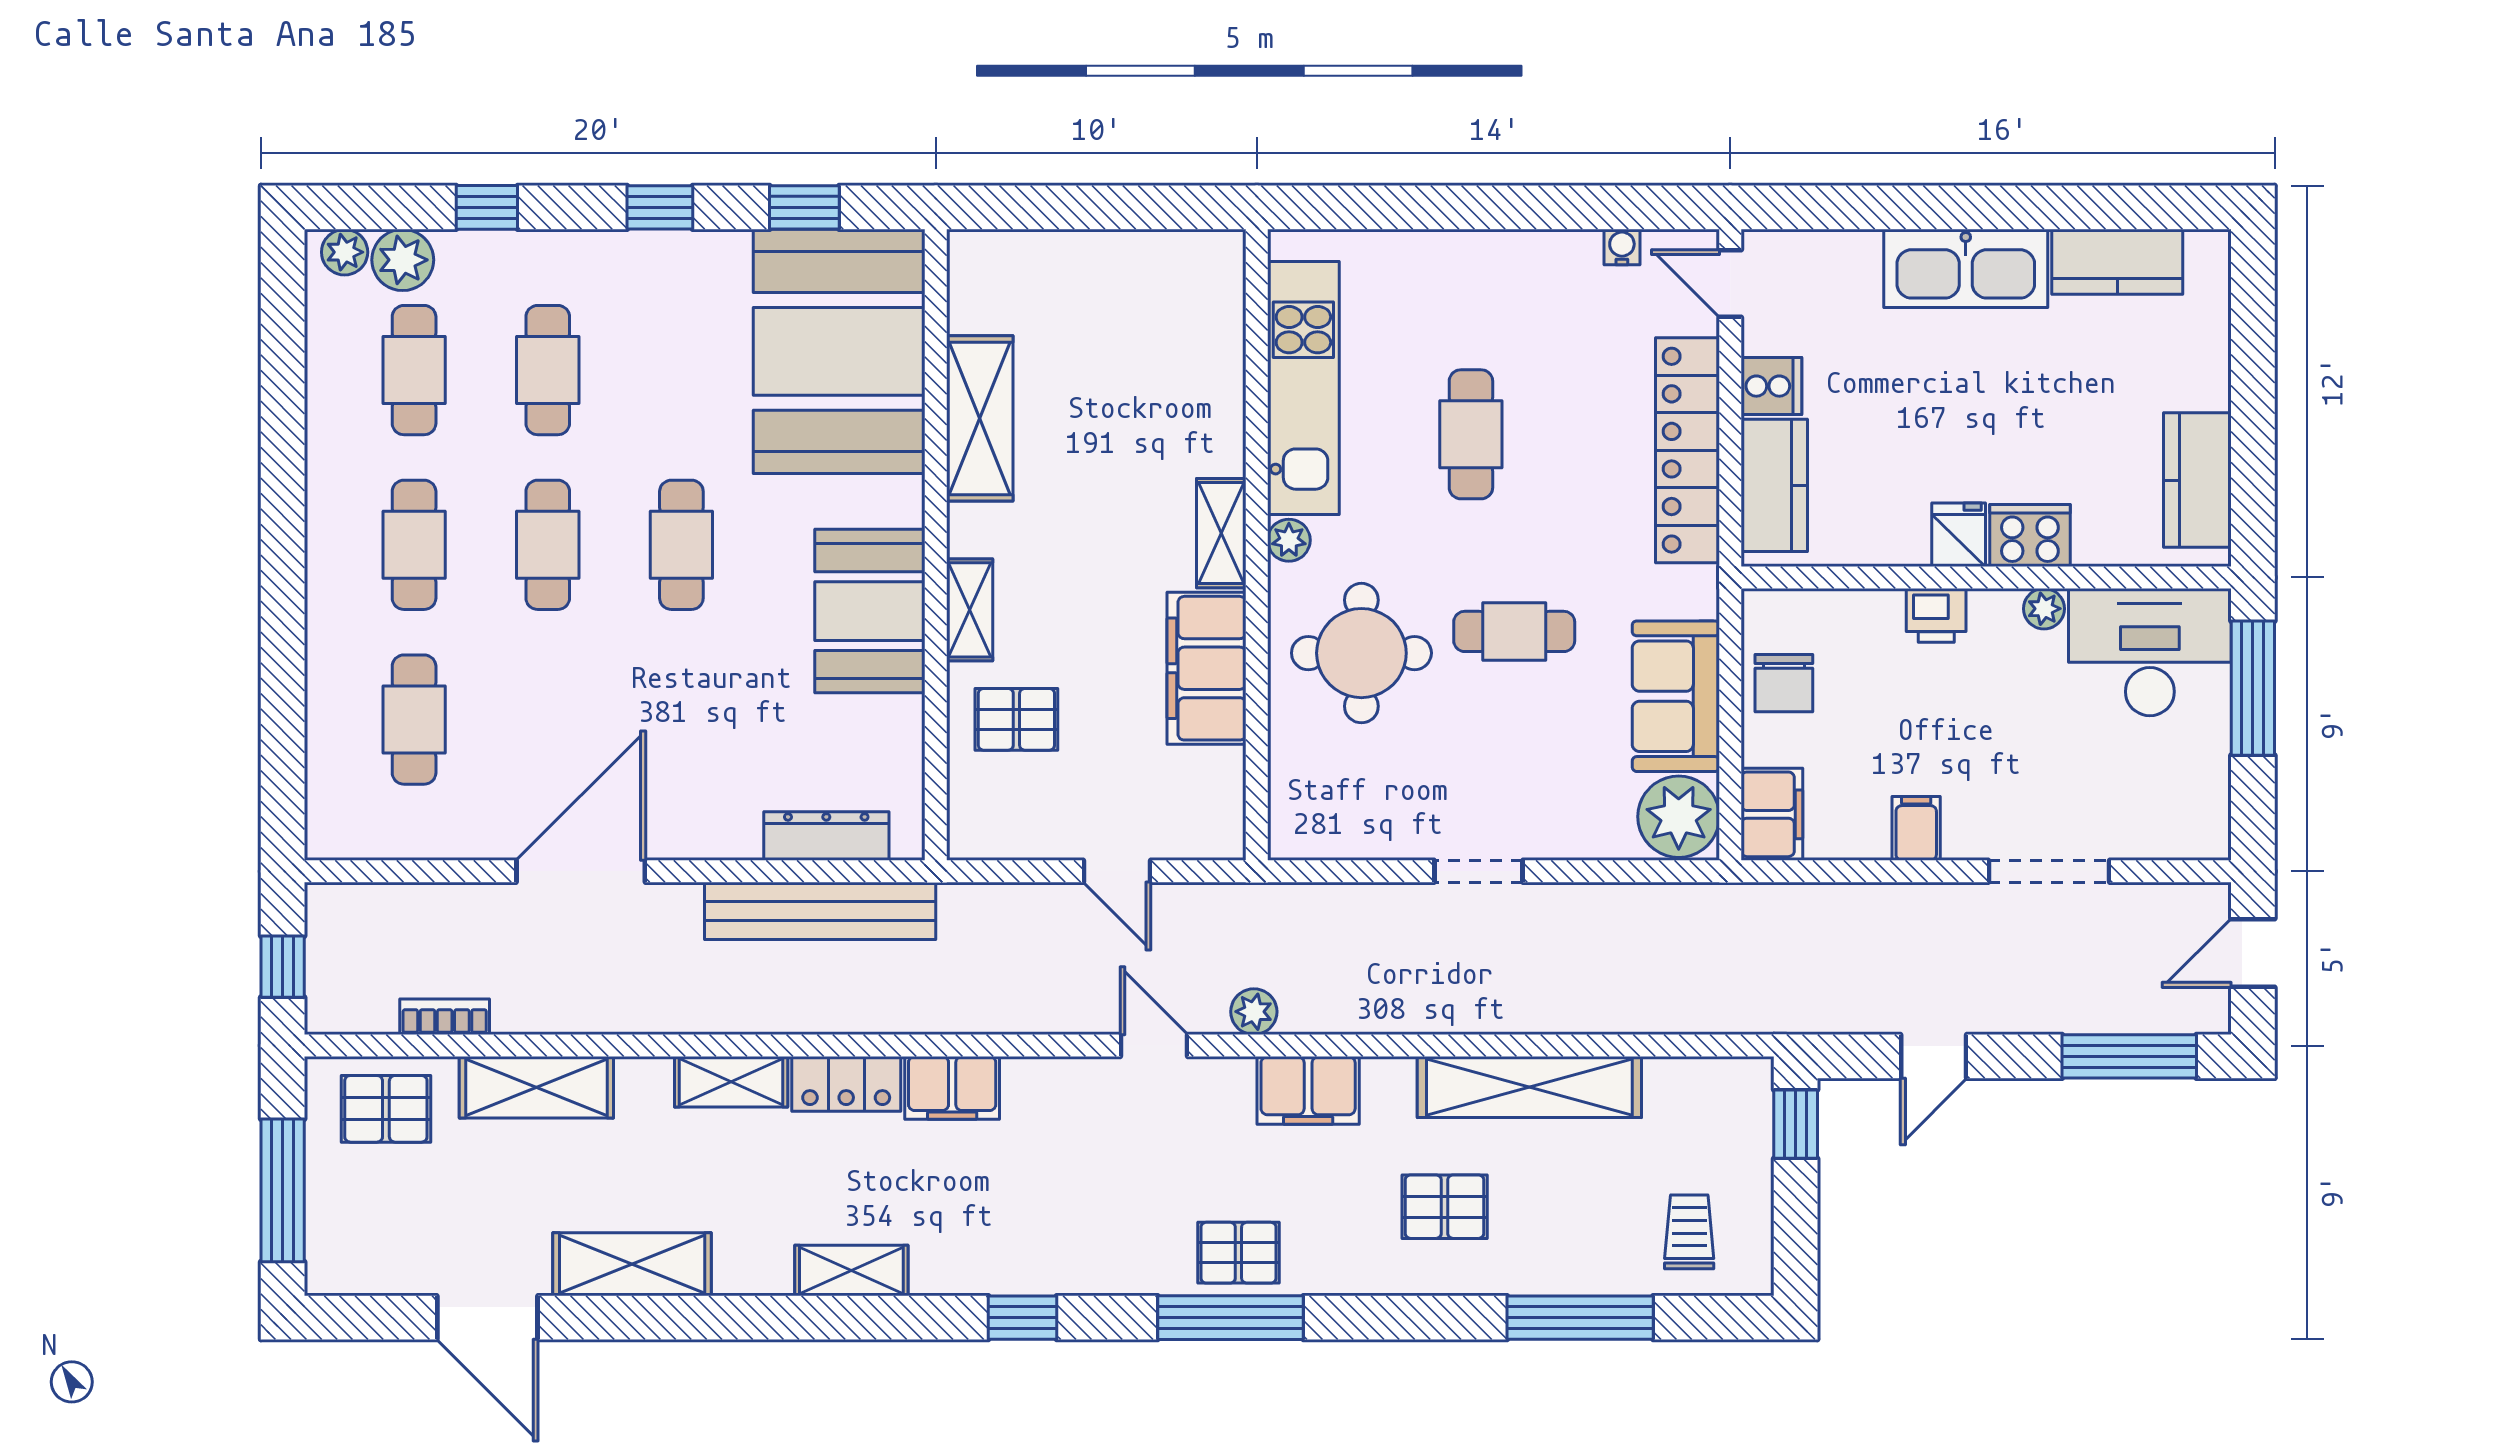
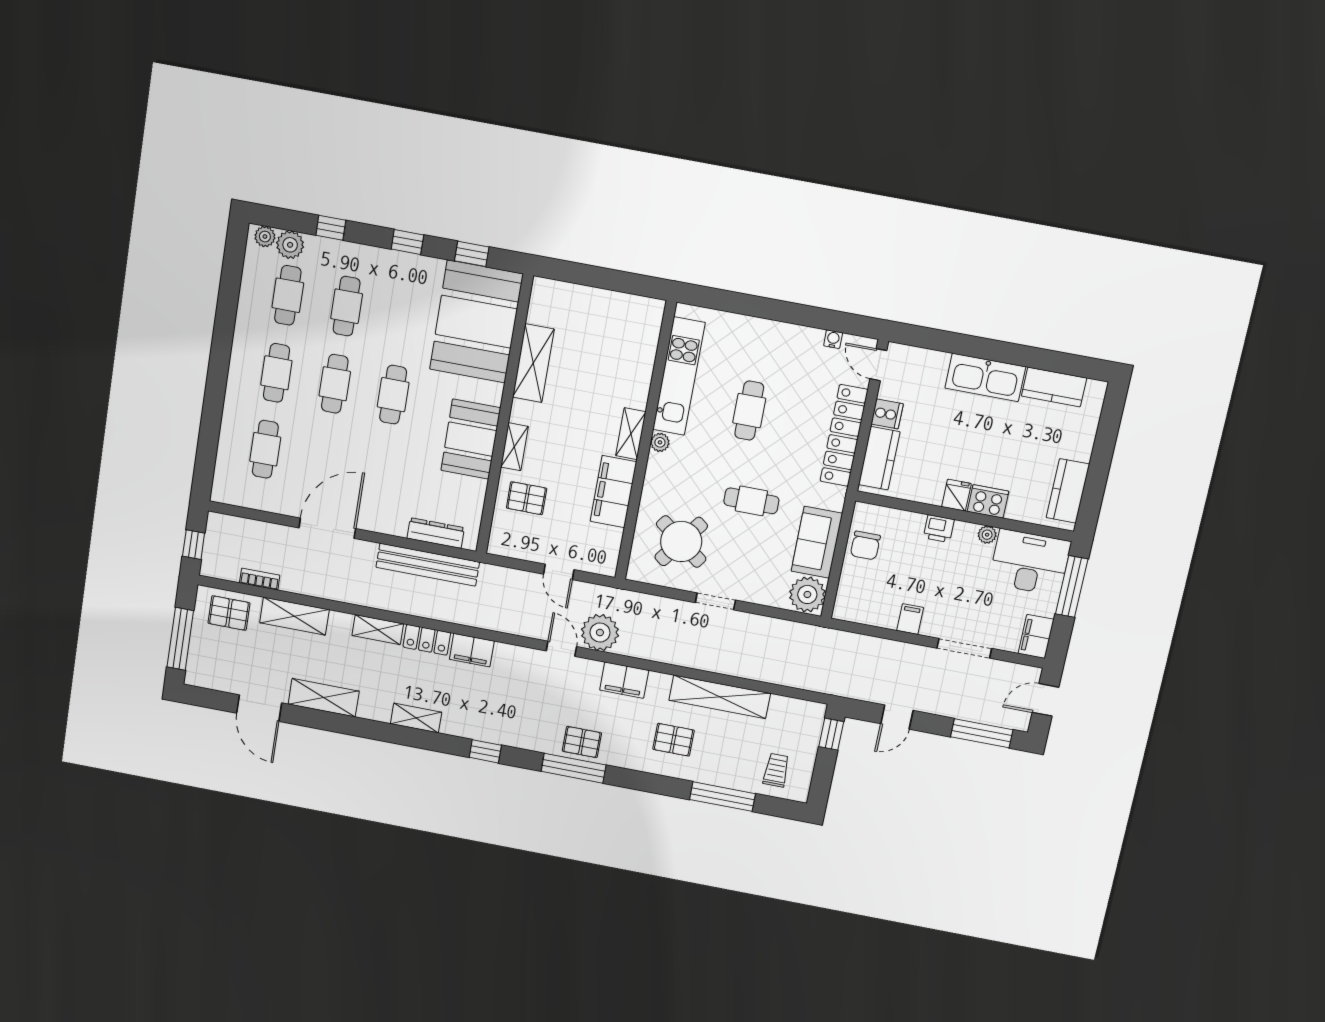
round table: (1361, 653) -> (681, 542), moved, turned 37
filing cabinet: (1772, 814) -> (1036, 636), moved, turned 180
plant: (1254, 1012) -> (600, 632), width x1.88, depth x1.88

